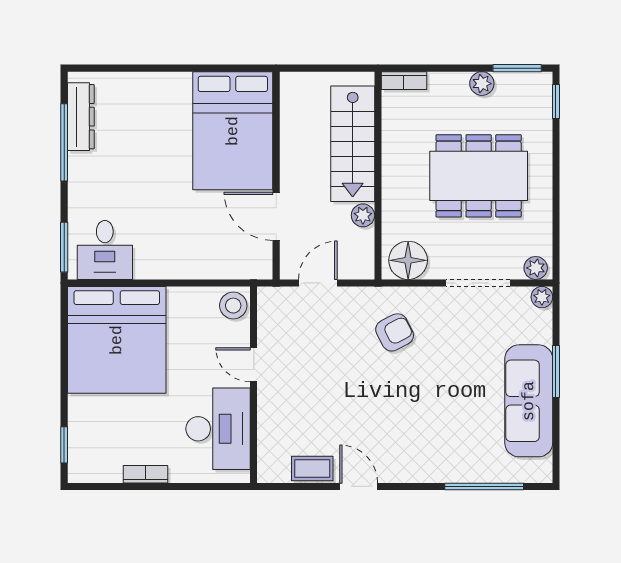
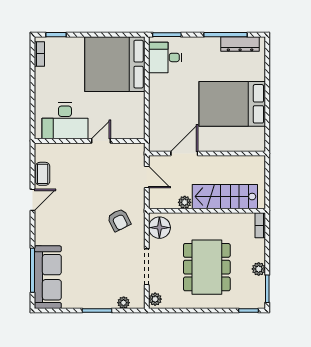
bed: (233, 131) -> (232, 104), moved
plant: (542, 297) -> (124, 303), moved
stool: (233, 306) -> (134, 129), removed
sofa: (529, 401) -> (48, 277), moved, turned 90
bookcase: (145, 474) -> (39, 54), moved

